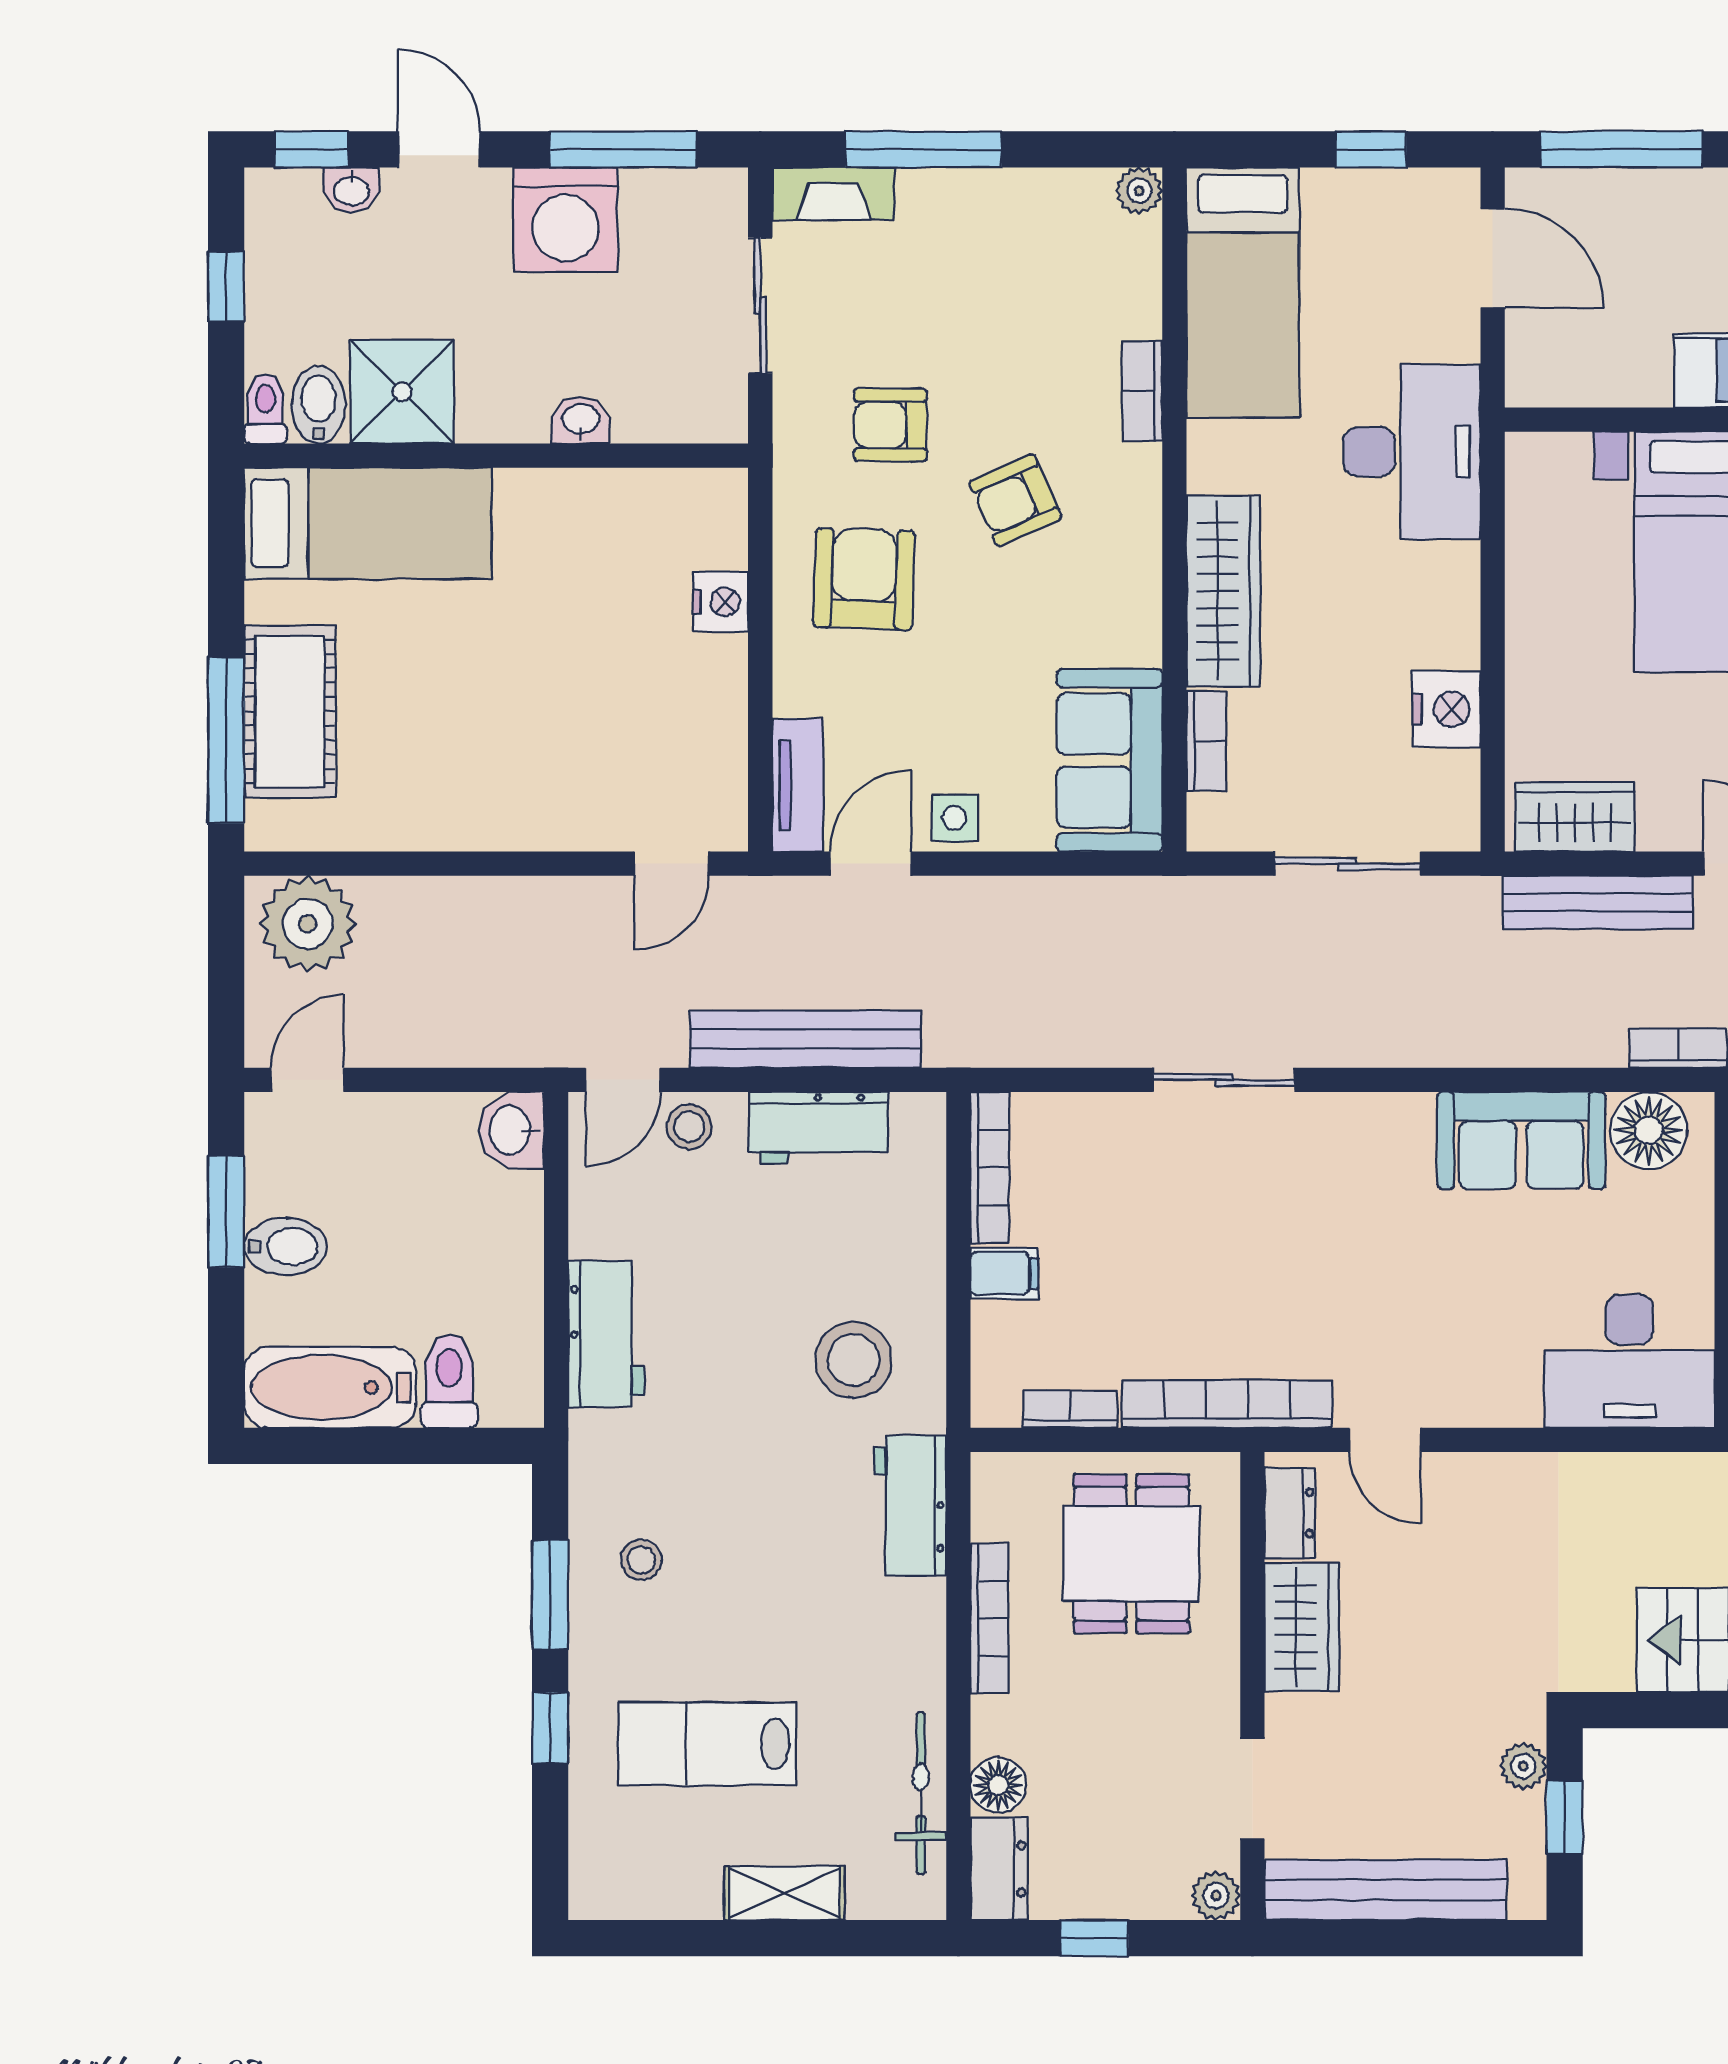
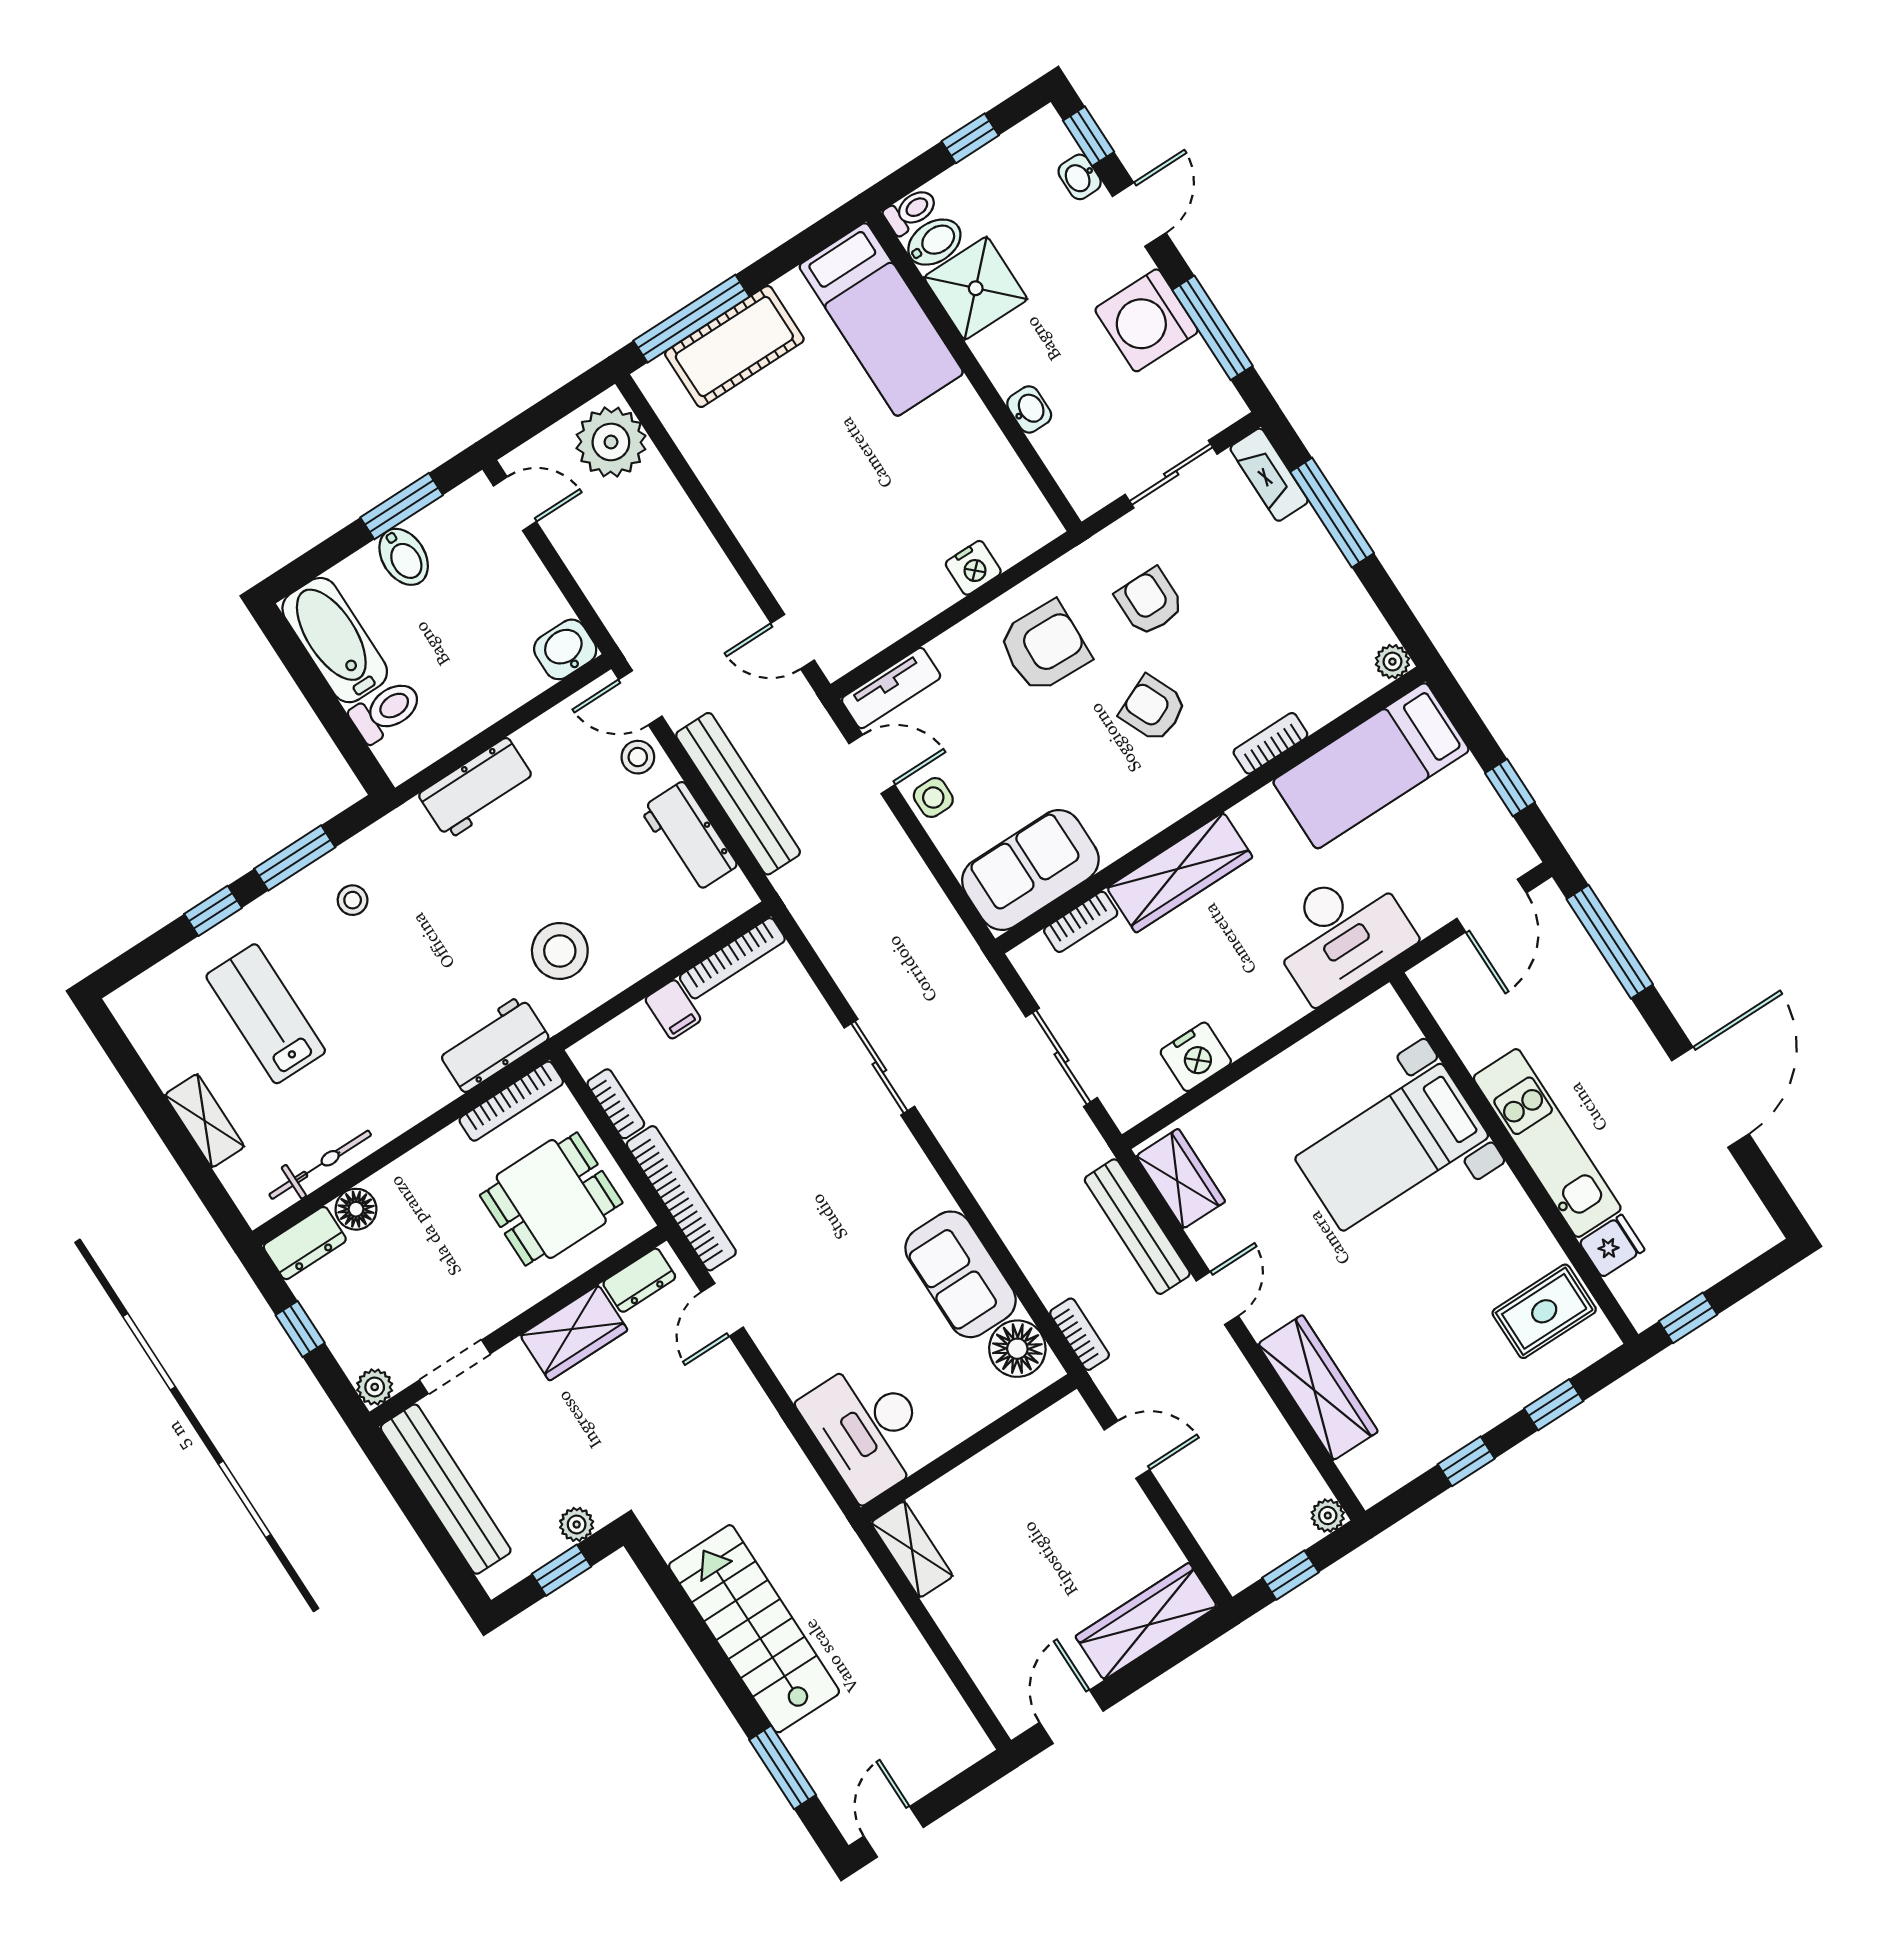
bookcase: (989, 1619) -> (511, 1101), moved

